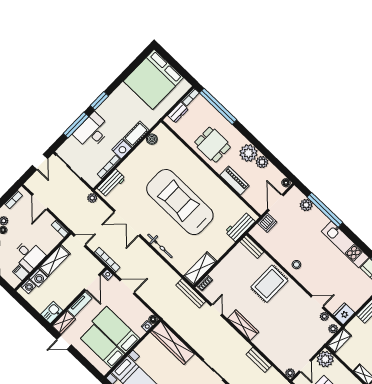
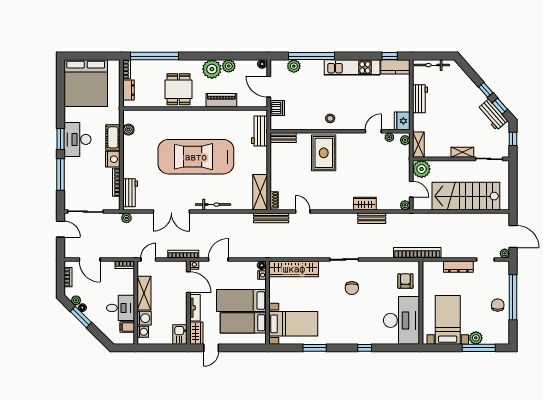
desk: (92, 131) -> (77, 139), moved
dining table: (213, 145) -> (178, 89), turned 90
wardrobe: (243, 325) -> (365, 204), moved, width x0.67

